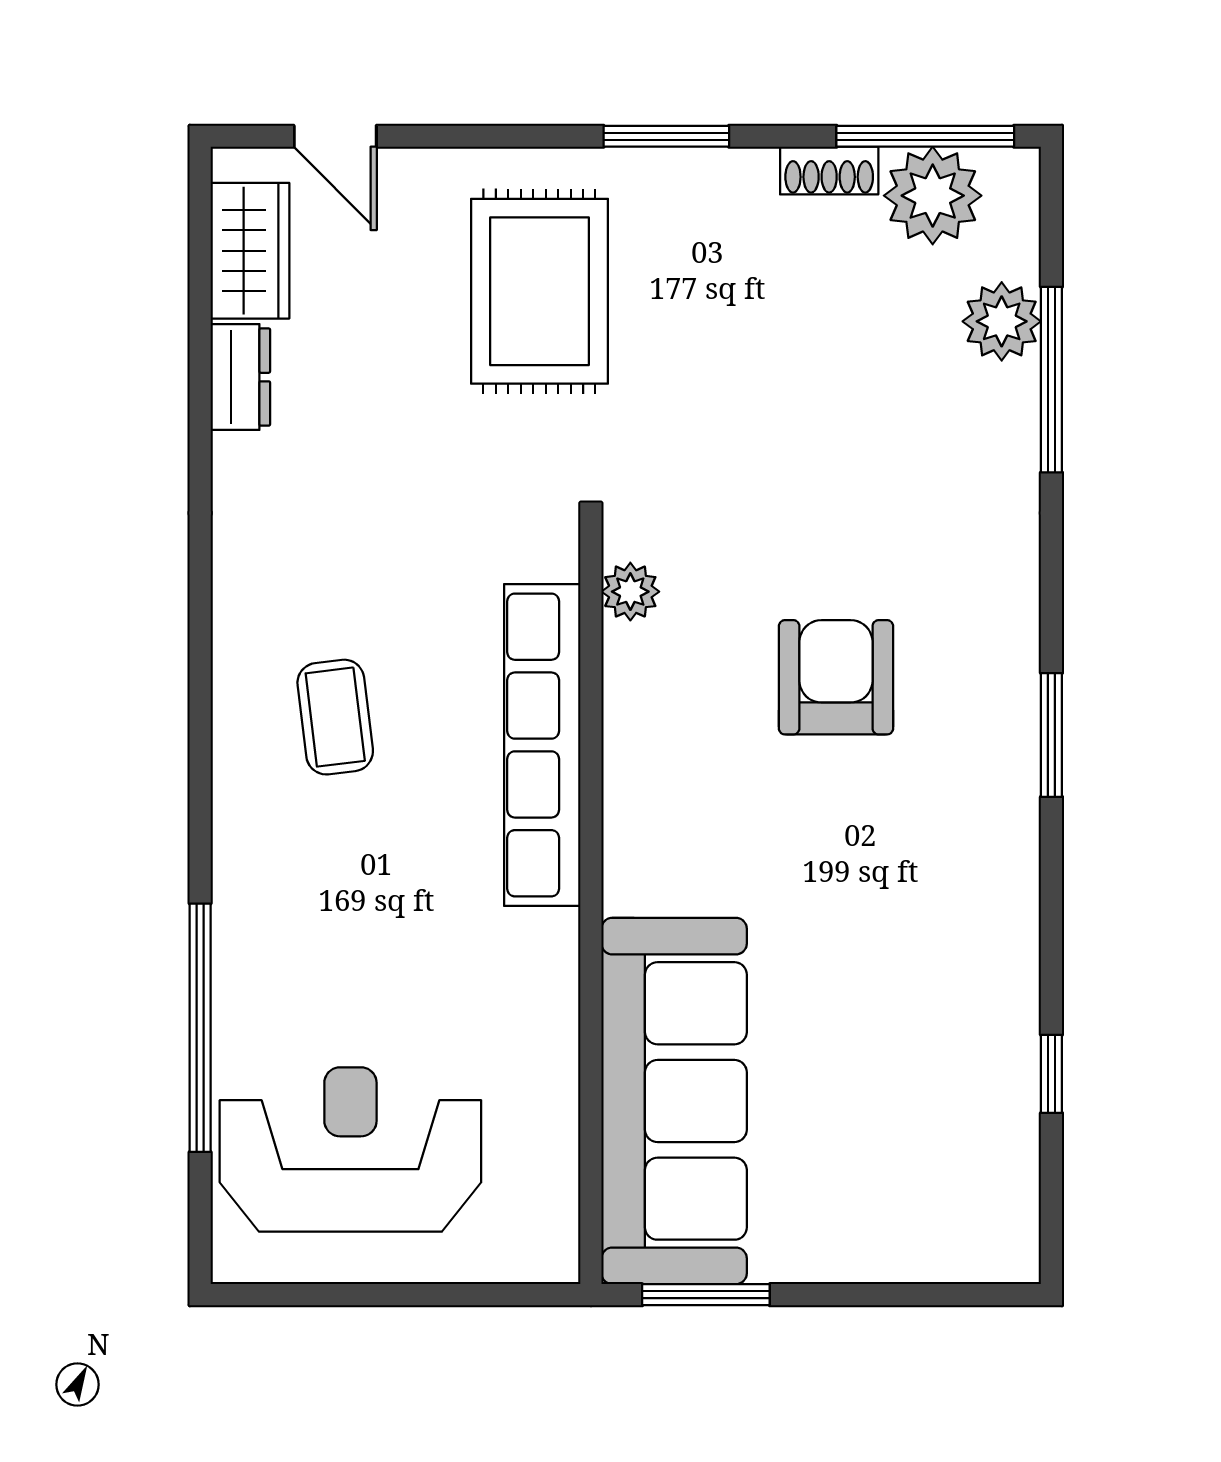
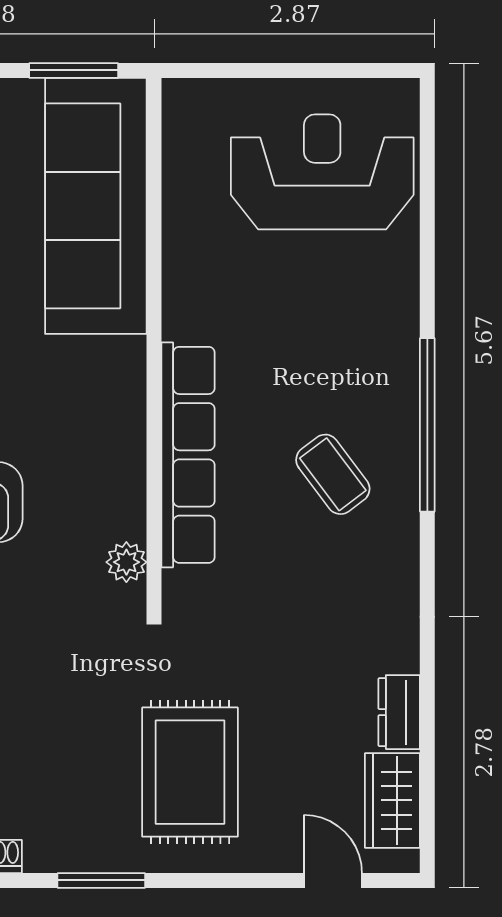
coffee table: (335, 717) -> (333, 474), turned -30
window: (200, 1028) -> (427, 425), moved
reception desk: (350, 1150) -> (322, 172), turned 180

